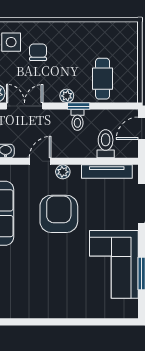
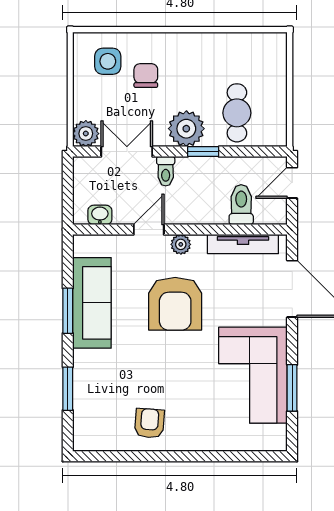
plant: (67, 96) -> (186, 129), width x1.88, depth x1.88
toilet: (77, 120) -> (166, 171), moved
armchair: (59, 214) -> (175, 304), turned 180
armchair: (41, 299) -> (149, 423), added

